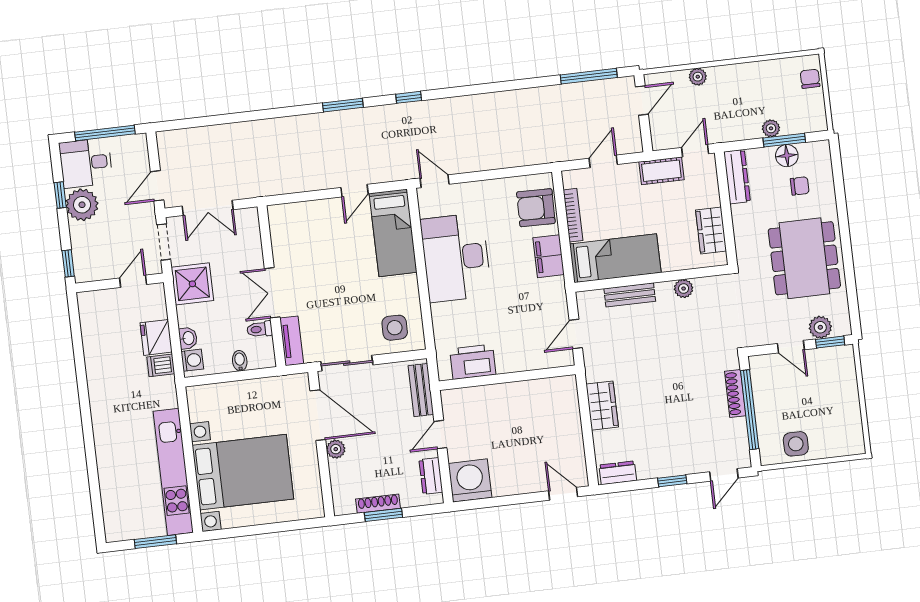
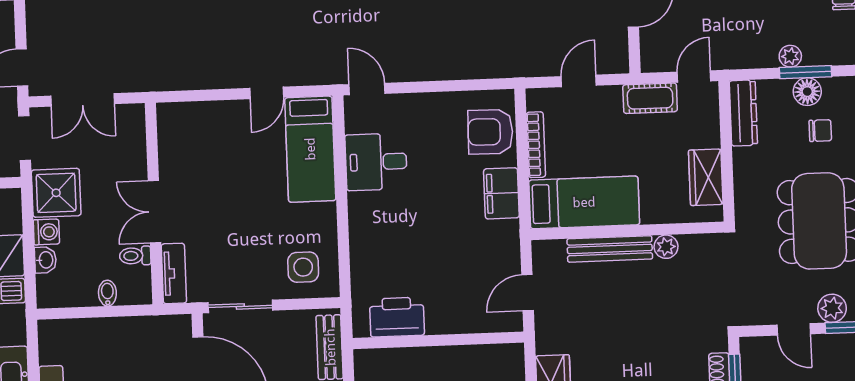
desk: (456, 258) -> (376, 162), width x0.53, depth x0.77
bench: (630, 295) -> (610, 249), width x1.36
washing machine: (192, 360) -> (46, 232), moved

